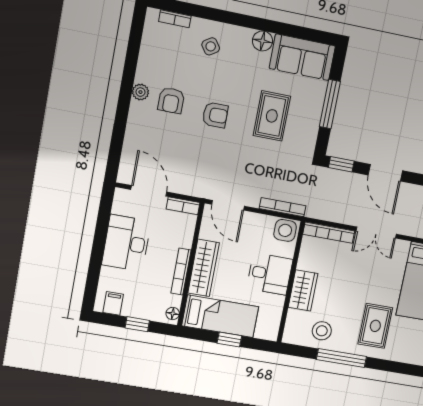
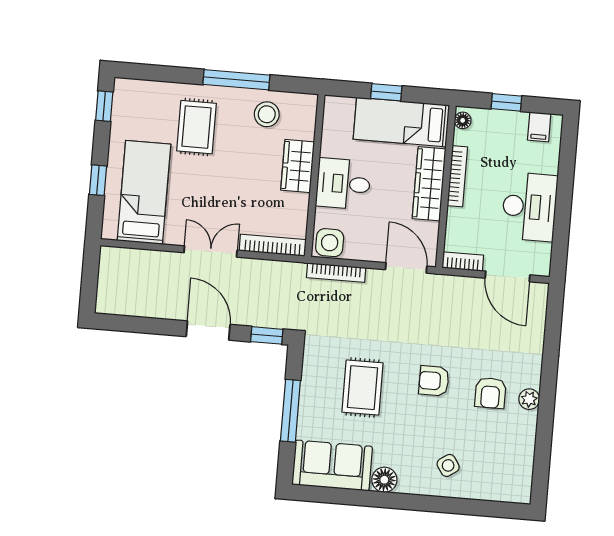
bookcase: (175, 19) -> (495, 494), removed
armchair: (171, 100) -> (490, 393), turned 180

